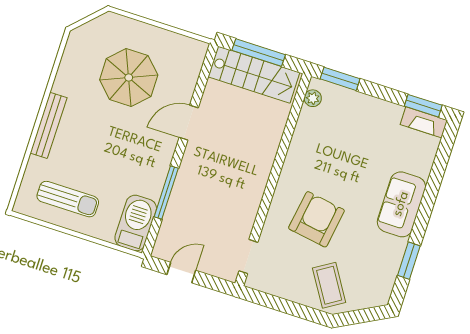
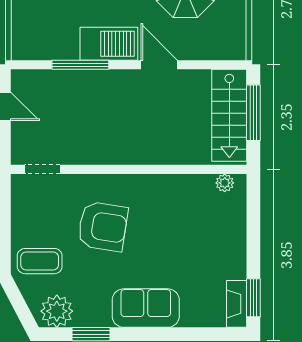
window: (340, 79) -> (253, 204), removed
barbecue: (136, 223) -> (109, 44), moved
plant: (379, 284) -> (57, 311), added
coffee table: (329, 285) -> (40, 261), turned 32

